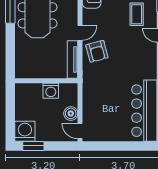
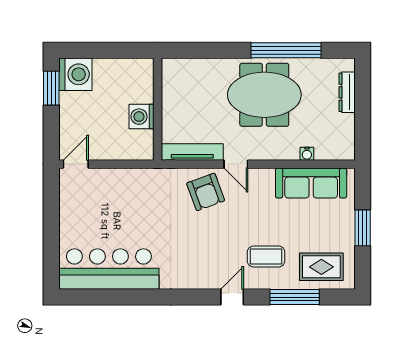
armchair: (97, 51) -> (206, 192), turned -95
boiler: (71, 113) -> (104, 149), removed

